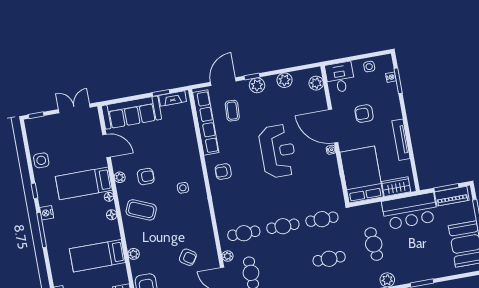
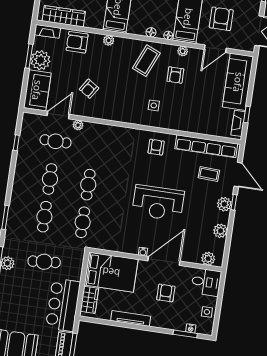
armchair: (75, 150) -> (221, 19), added
cafe table: (244, 233) -> (50, 179), moved

